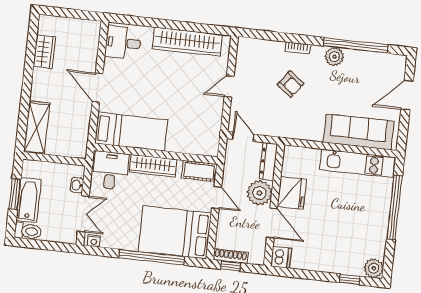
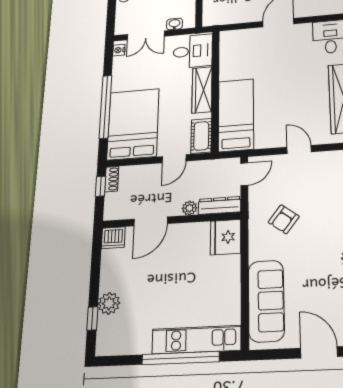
armchair: (290, 84) -> (284, 219), moved
bed: (131, 132) -> (236, 115), moved, turned 180
kitchen unit: (357, 163) -> (196, 340), moved, turned 90
plant: (259, 193) -> (190, 208), width x0.53, depth x0.53
fridge: (292, 193) -> (226, 237), moved, turned 90
shoe rack: (231, 256) -> (112, 179), width x0.70
plant: (374, 268) -> (109, 303), moved

